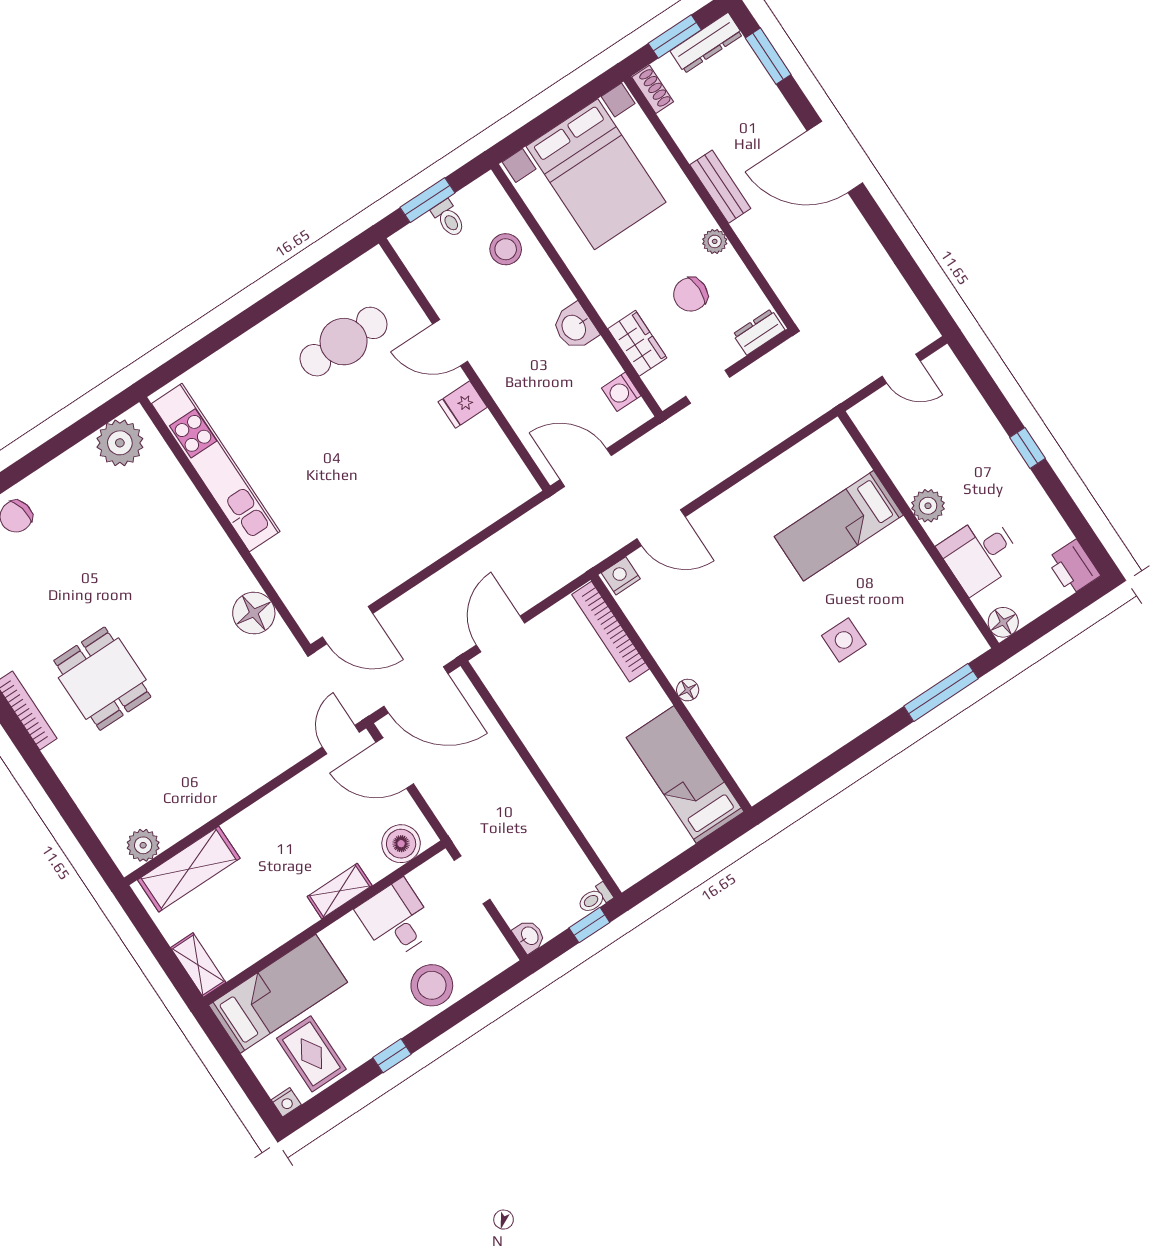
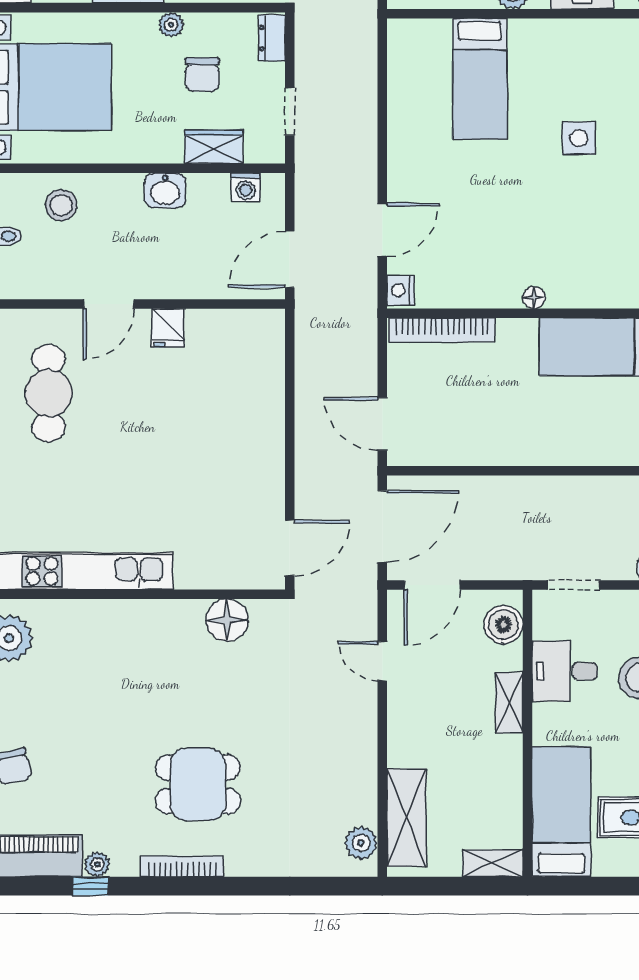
door: (341, 740) -> (382, 661), moved

